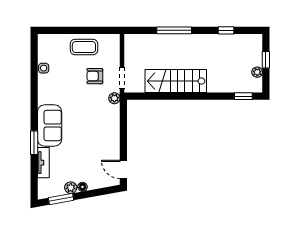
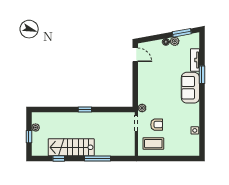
coffee table: (84, 47) -> (153, 144), moved
stairs: (176, 81) -> (71, 147), moved, turned 180
window: (243, 96) -> (85, 110), moved

